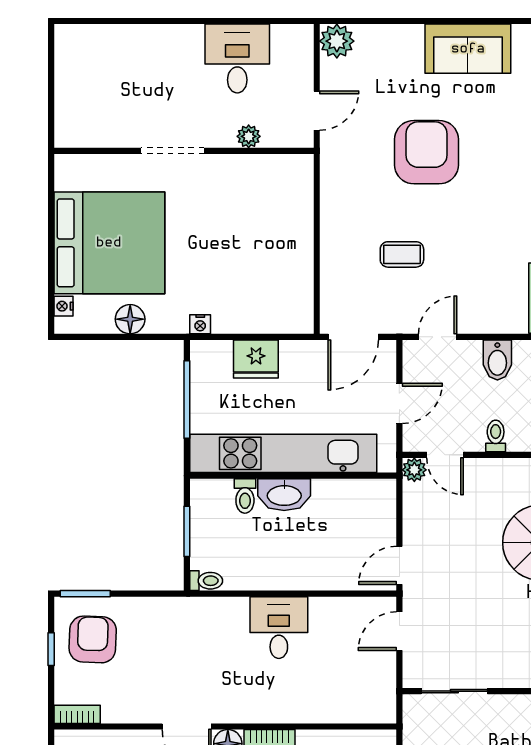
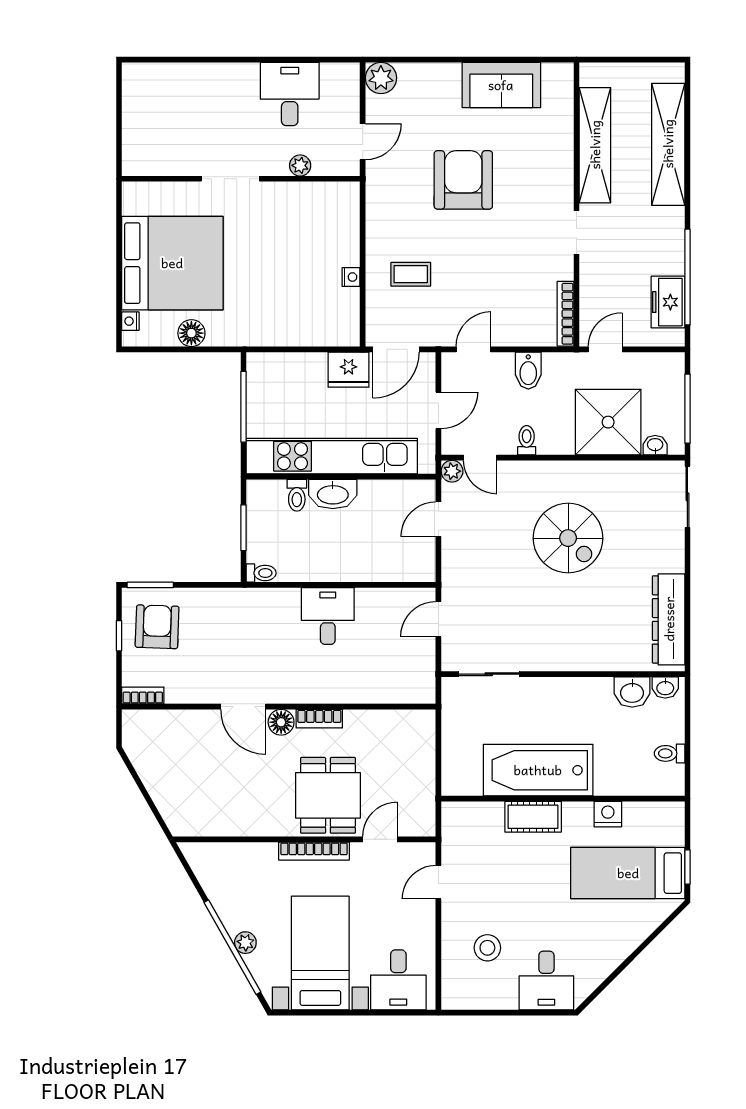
coffee table: (402, 254) -> (411, 274), moved
nightstand: (200, 324) -> (351, 277), moved, turned -90
fridge: (256, 359) -> (349, 370), moved
door: (399, 565) -> (438, 519), moved

